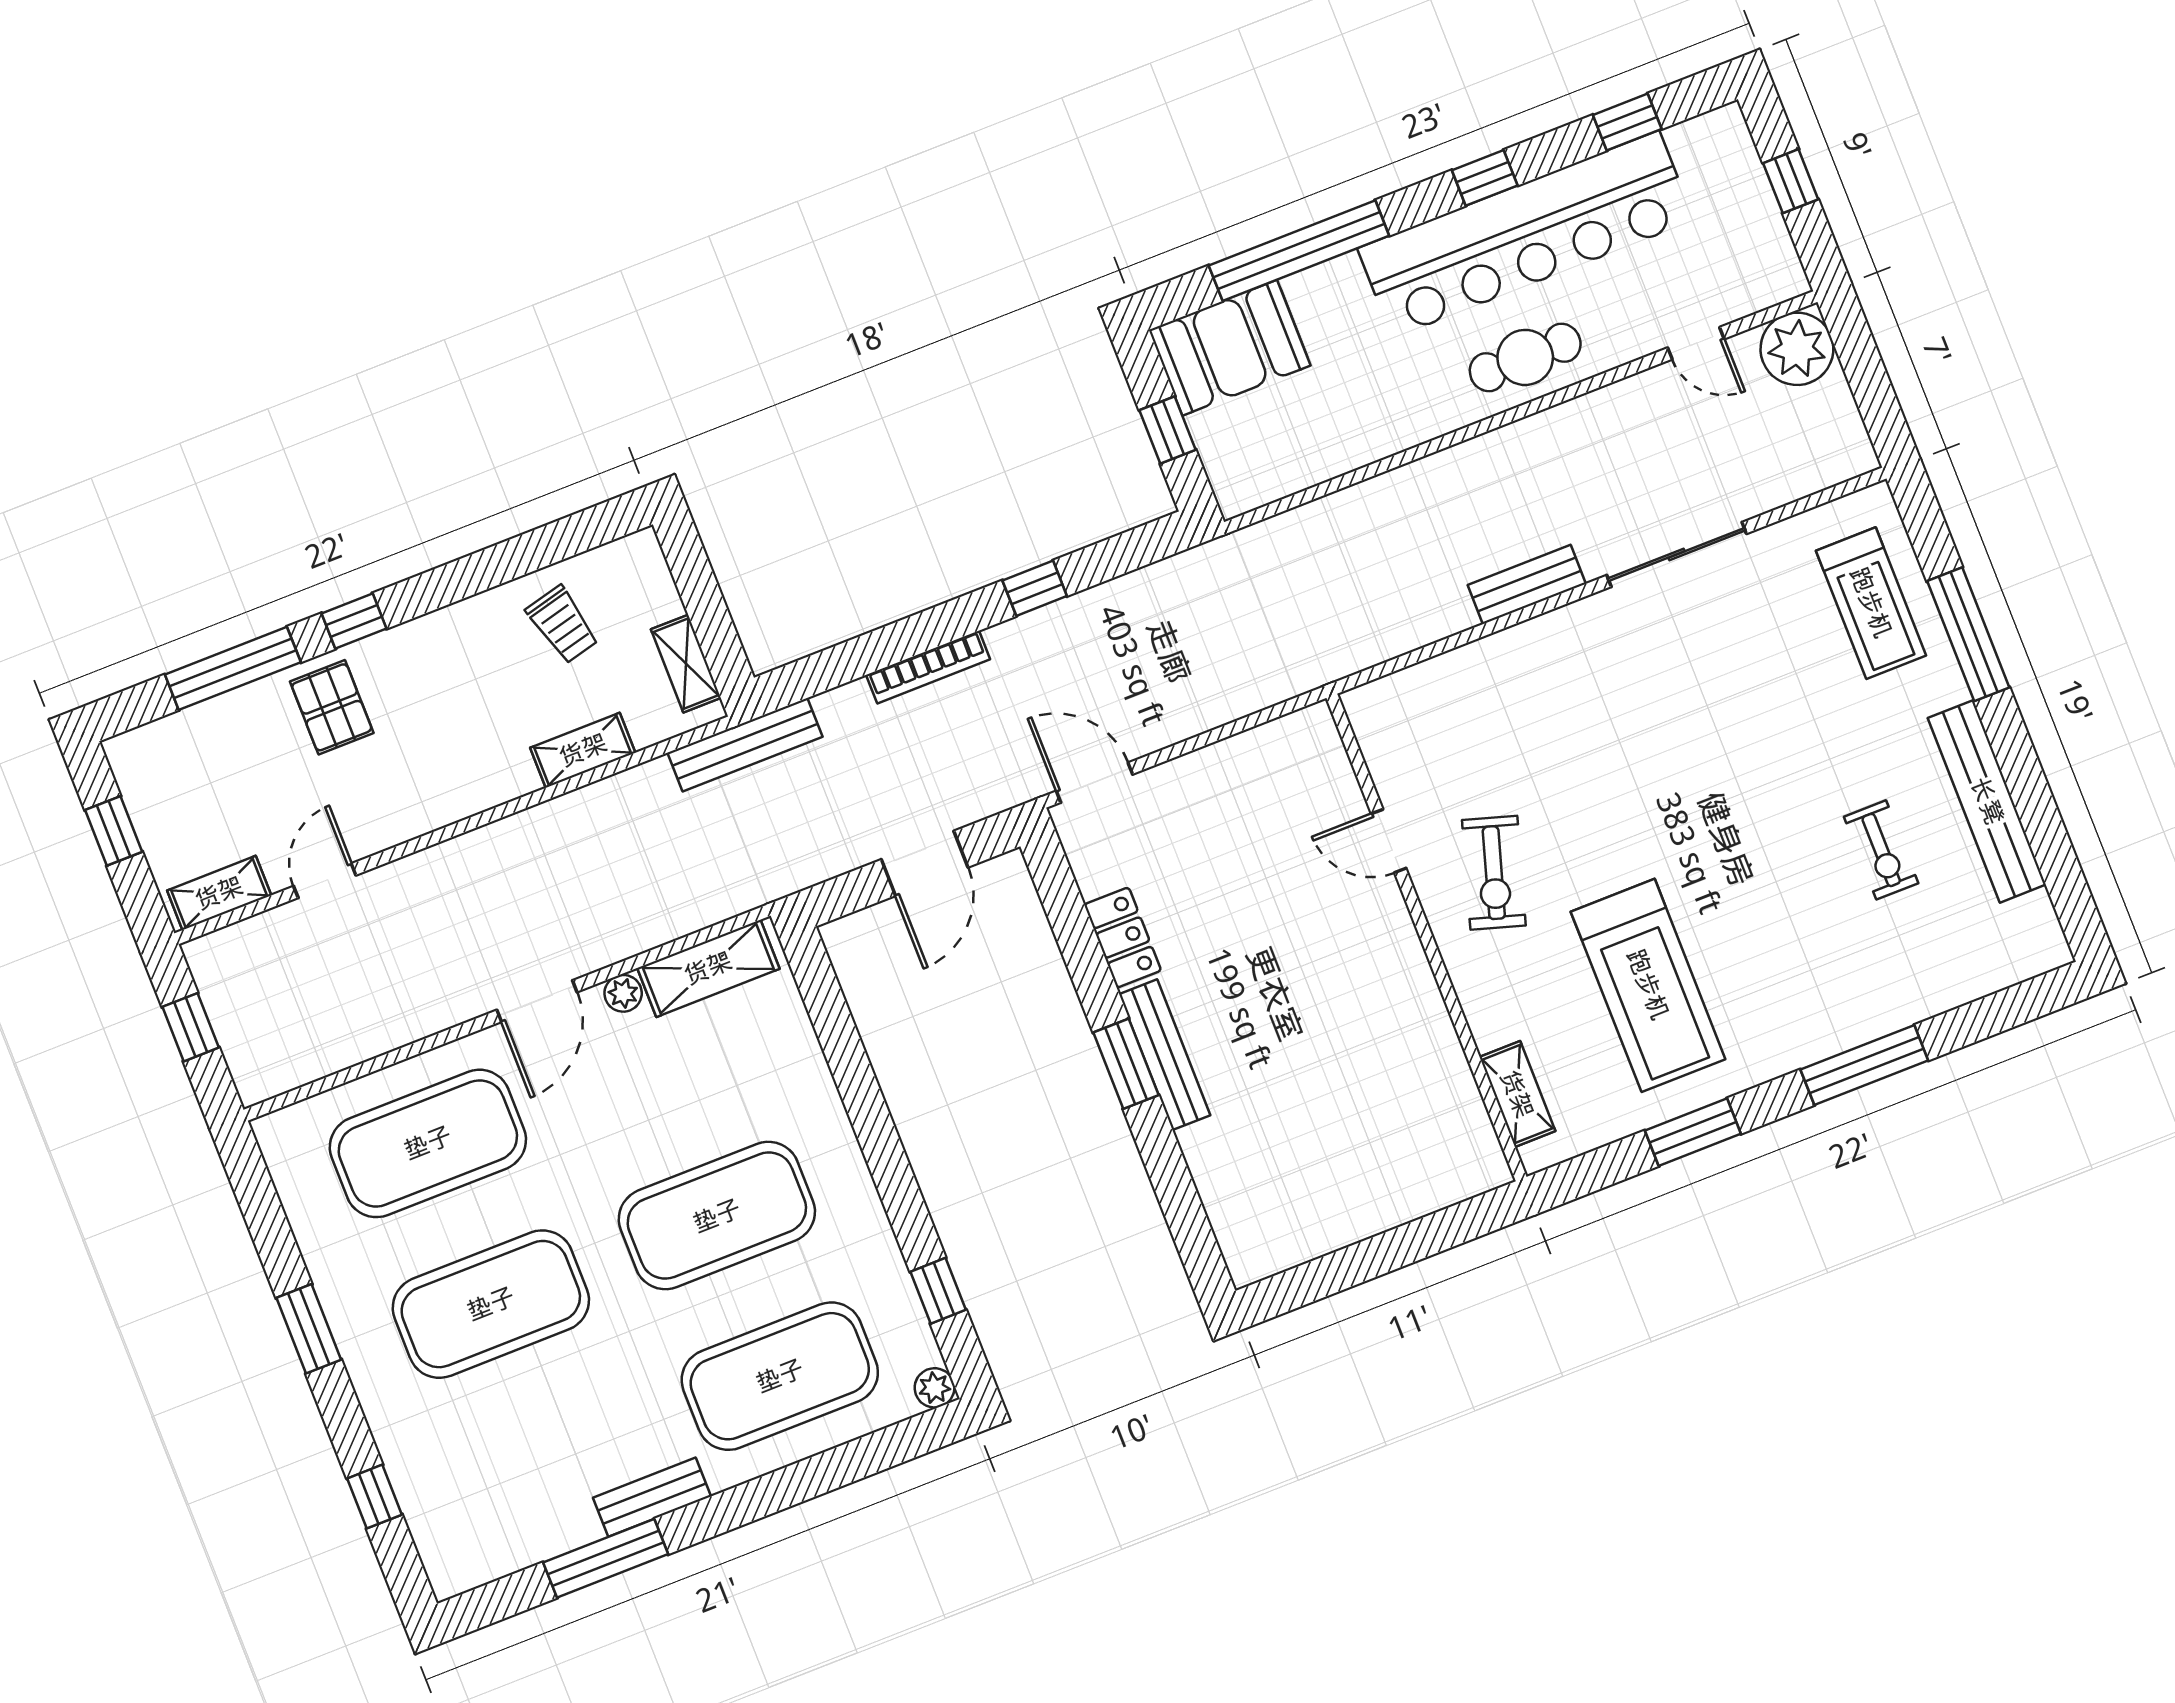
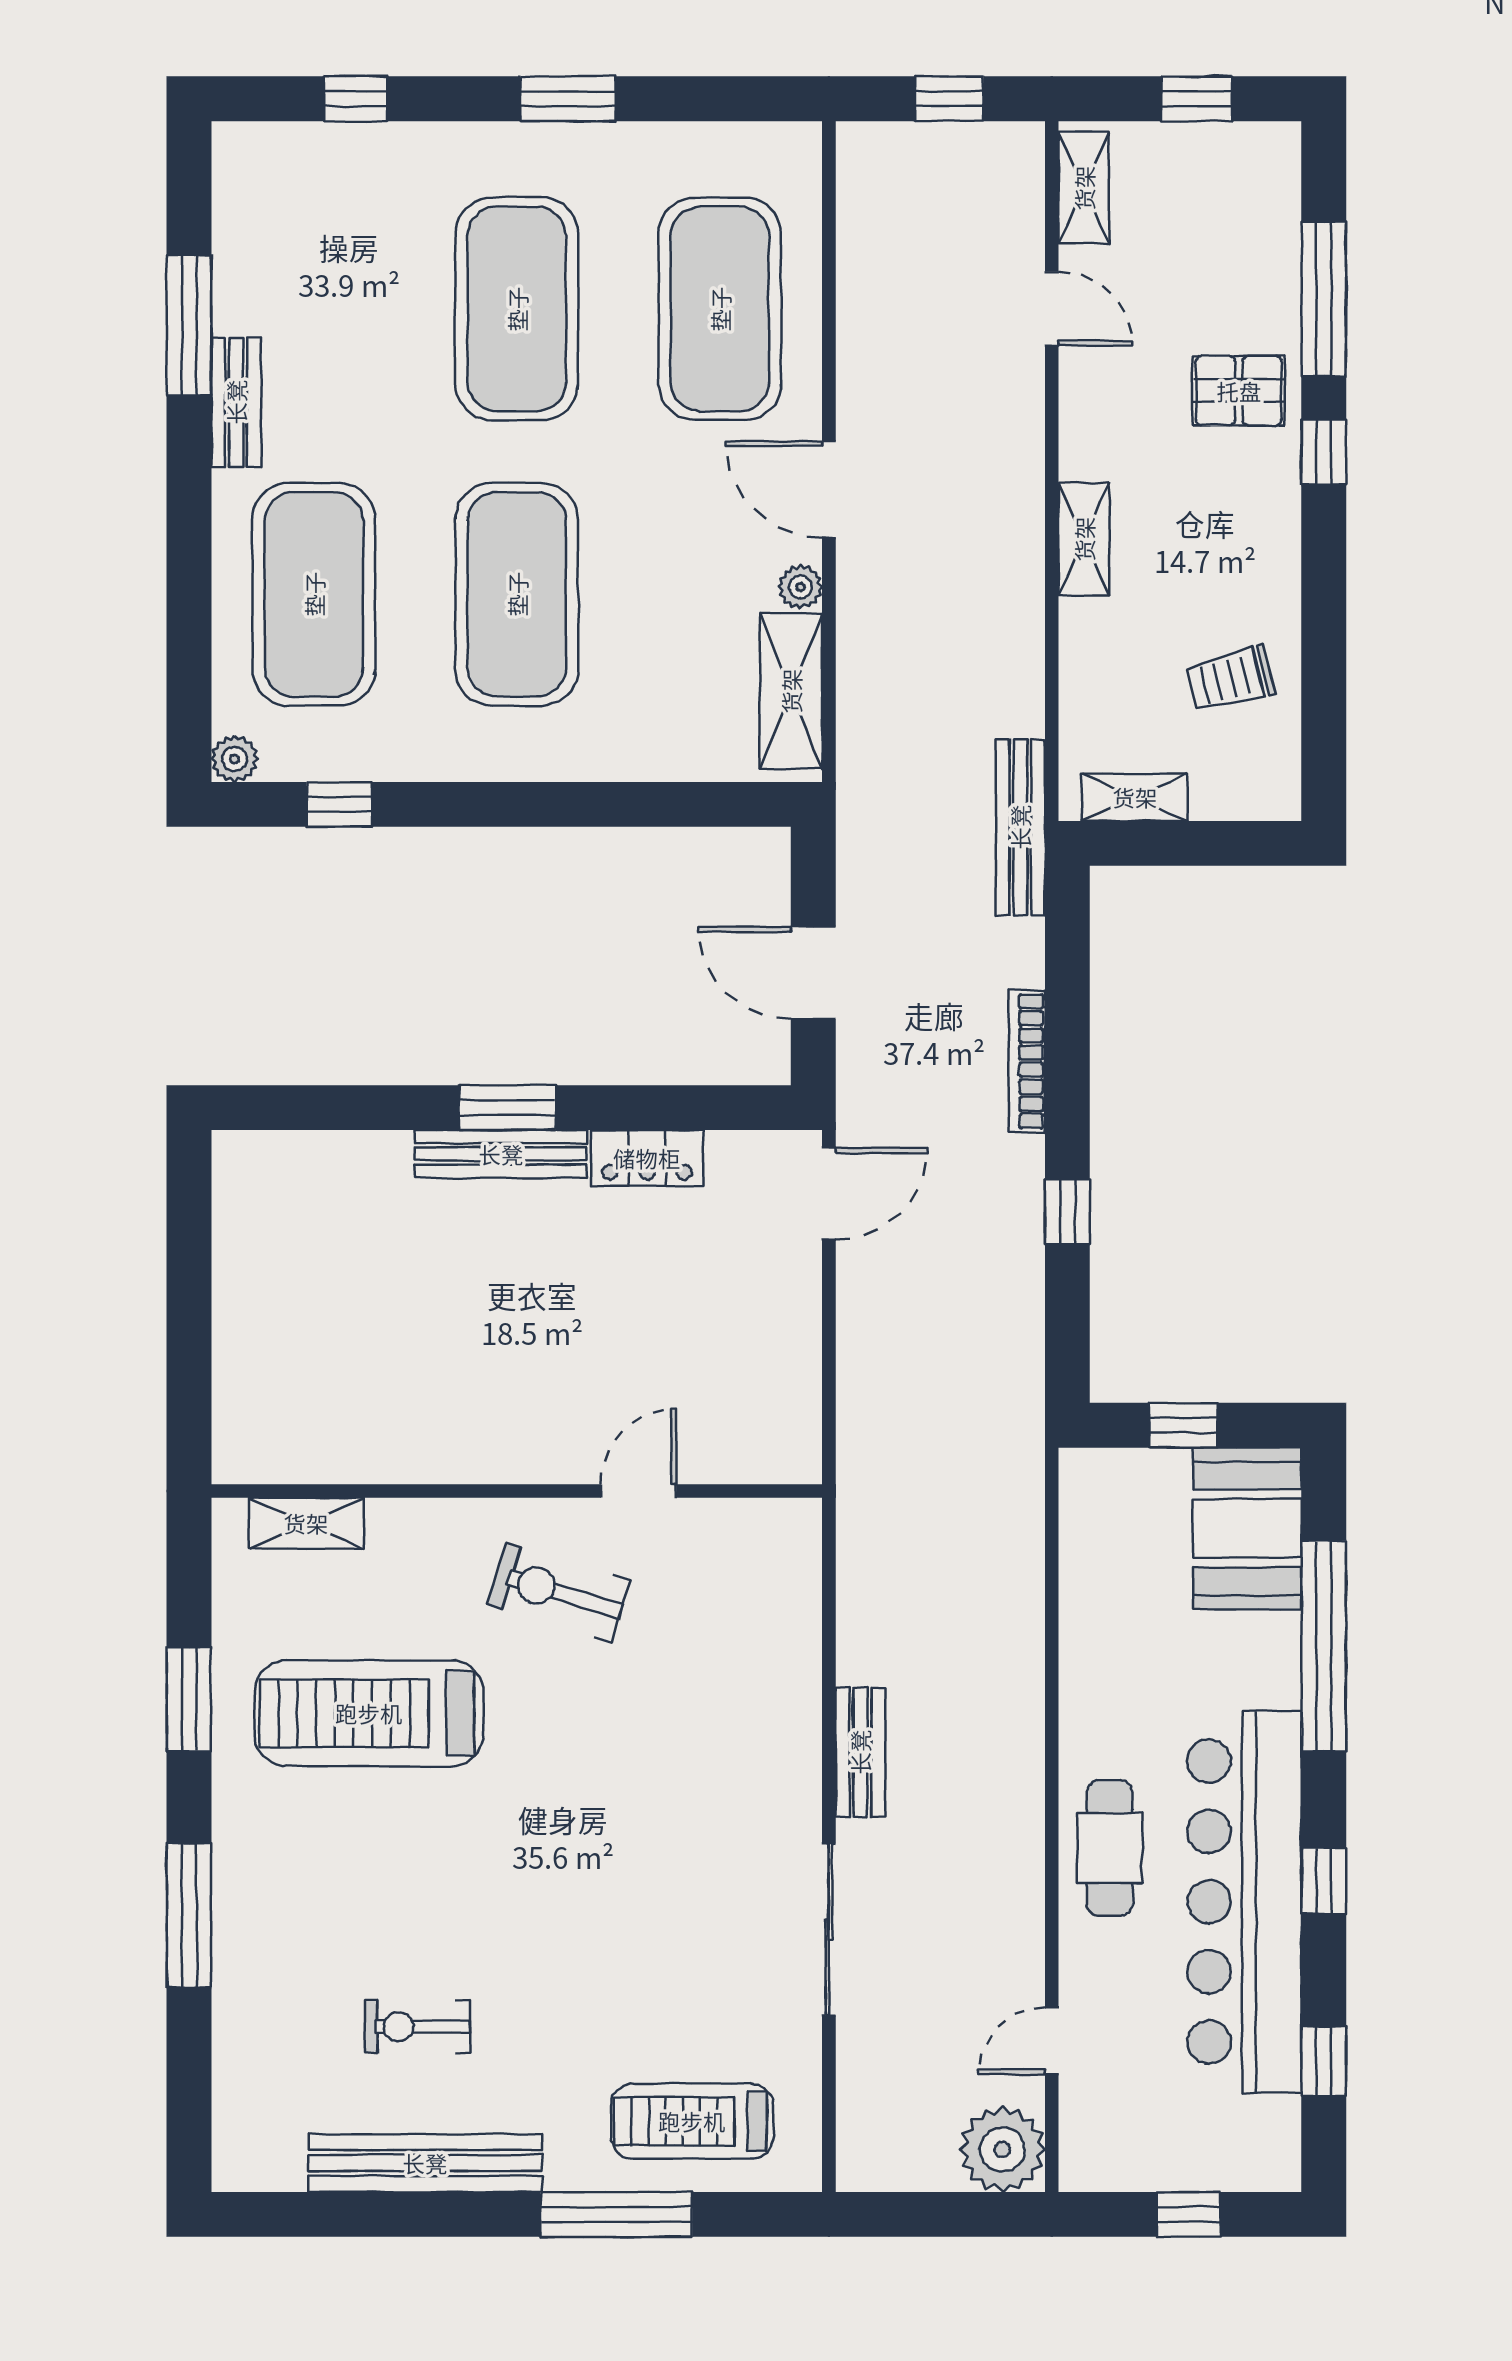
shelving: (583, 750) -> (1084, 539), moved

